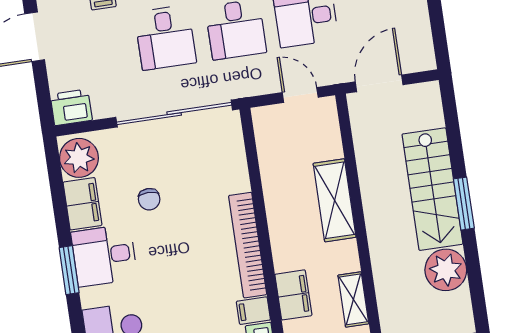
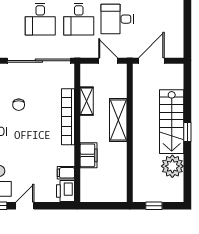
window: (464, 204) -> (187, 132), width x0.67
bookcase: (248, 245) -> (68, 117), moved
filing cabinet: (293, 295) -> (89, 155), moved
shelving: (353, 299) -> (87, 101), moved

